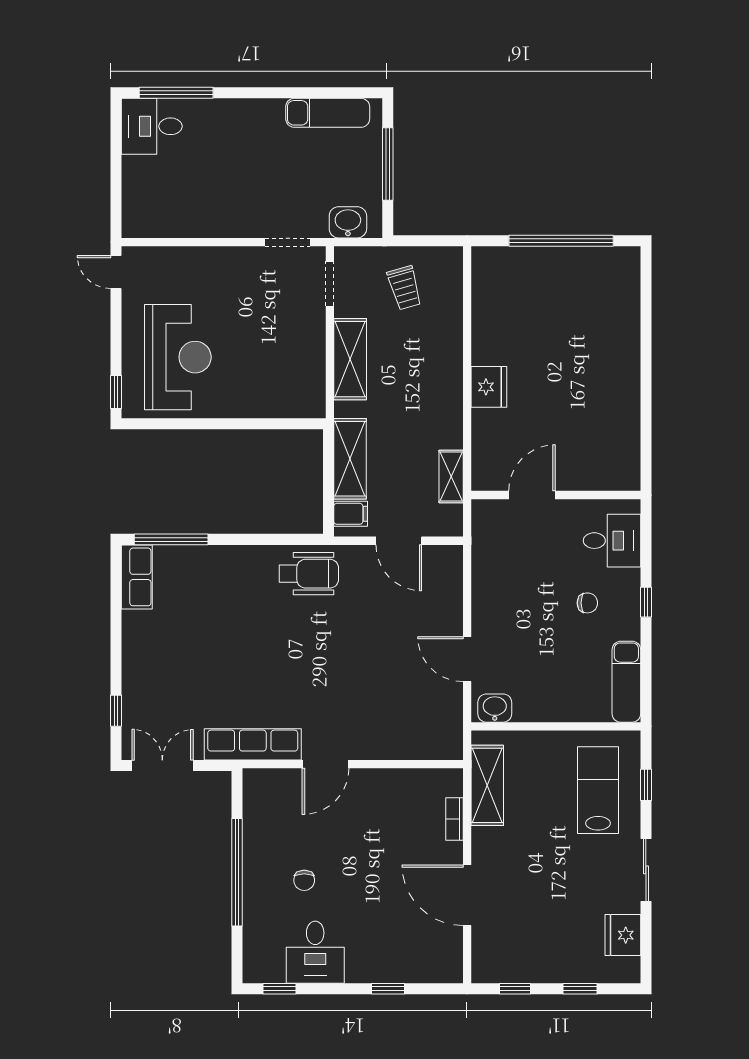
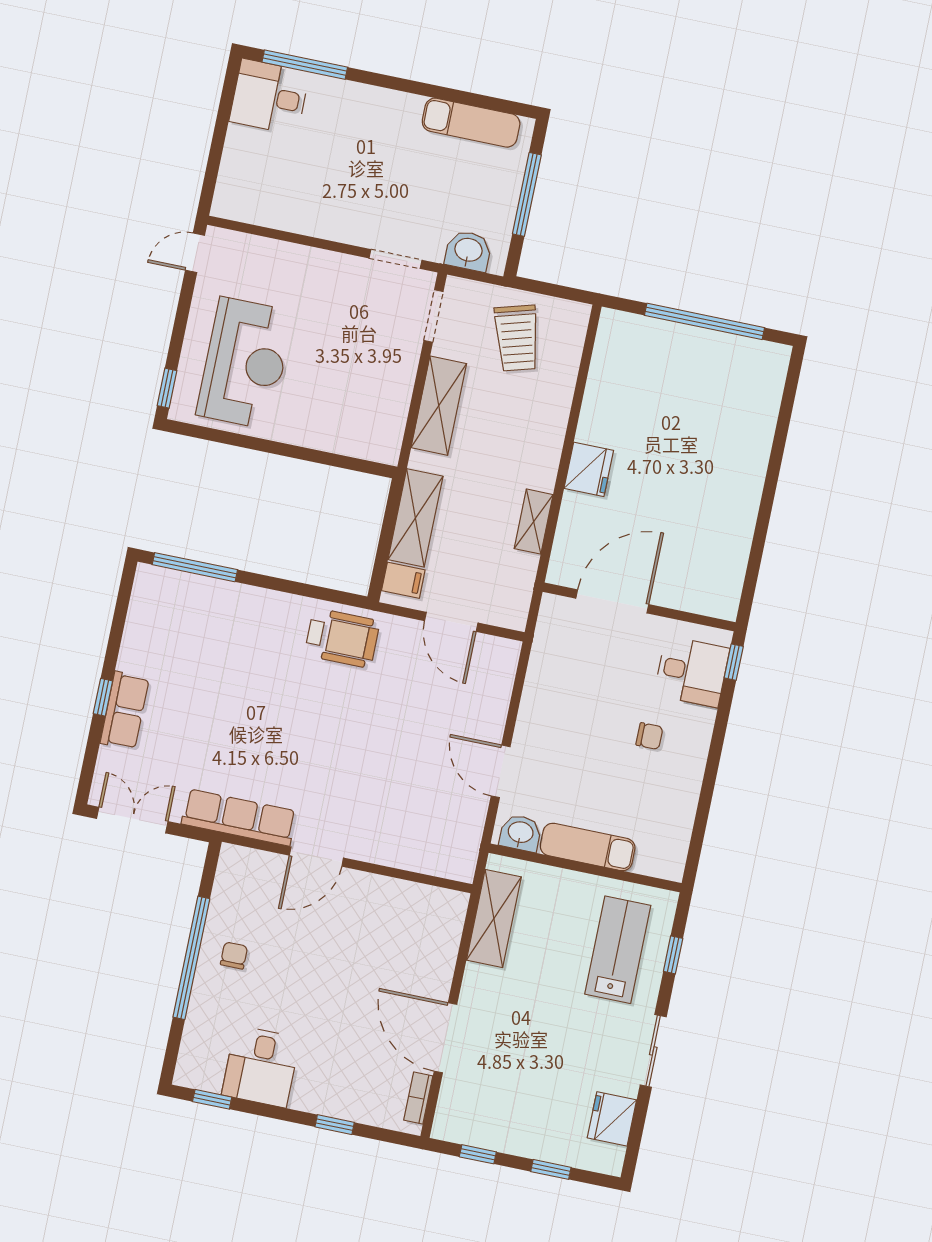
door: (116, 272) -> (195, 253), hinge flipped
trolley: (405, 288) -> (517, 338), width x1.36, depth x1.39
shelving: (451, 476) -> (534, 522), moved
door: (532, 495) -> (612, 601), width x1.36
row of seats: (137, 577) -> (125, 711), moved
window: (646, 602) -> (734, 662), moved
exam couch: (626, 682) -> (588, 847), moved, turned 90
window: (116, 711) -> (103, 697), moved
bookcase: (454, 819) -> (418, 1098), moved
chair: (304, 880) -> (234, 956), moved, turned 180

